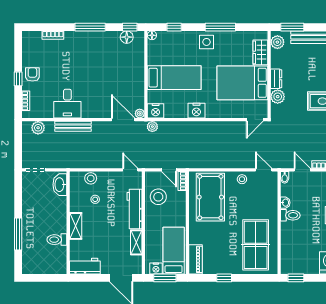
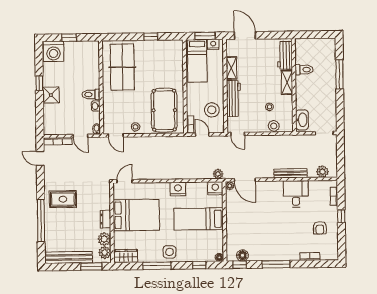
wardrobe: (260, 52) -> (126, 256), moved, turned -90
armchair: (32, 74) -> (320, 228), moved
plant: (278, 97) -> (104, 239), moved
piano: (196, 259) -> (177, 53), removed
workbench: (85, 266) -> (285, 55), moved, turned 90
window: (296, 278) -> (69, 38), moved

